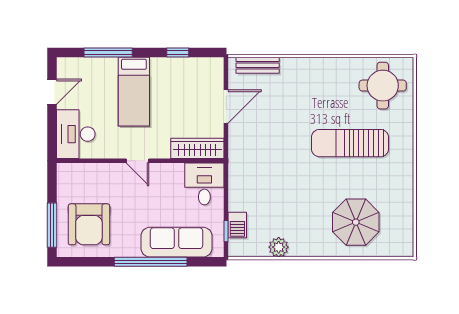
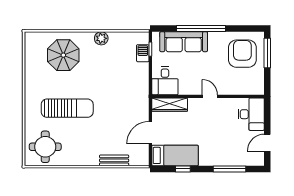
bench: (258, 65) -> (114, 160), moved
bed: (134, 92) -> (175, 155), moved, turned 90
plant: (279, 247) -> (101, 38), moved

